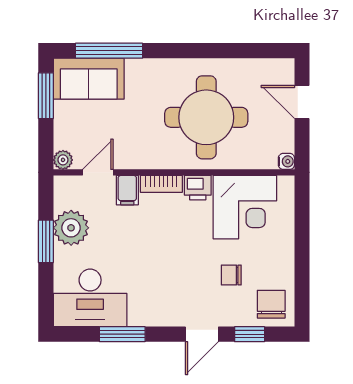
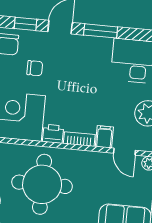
door: (98, 172) -> (124, 152), hinge flipped
window: (122, 334) -> (101, 31), moved

